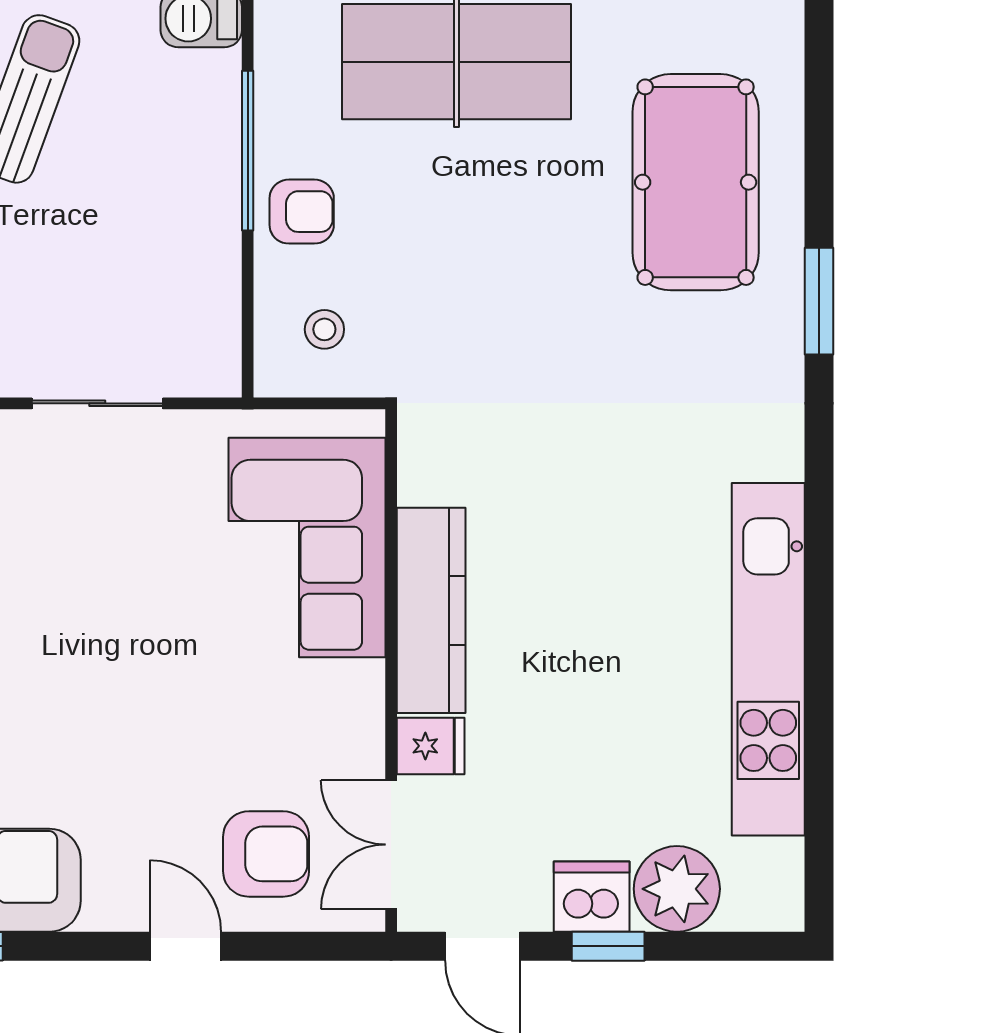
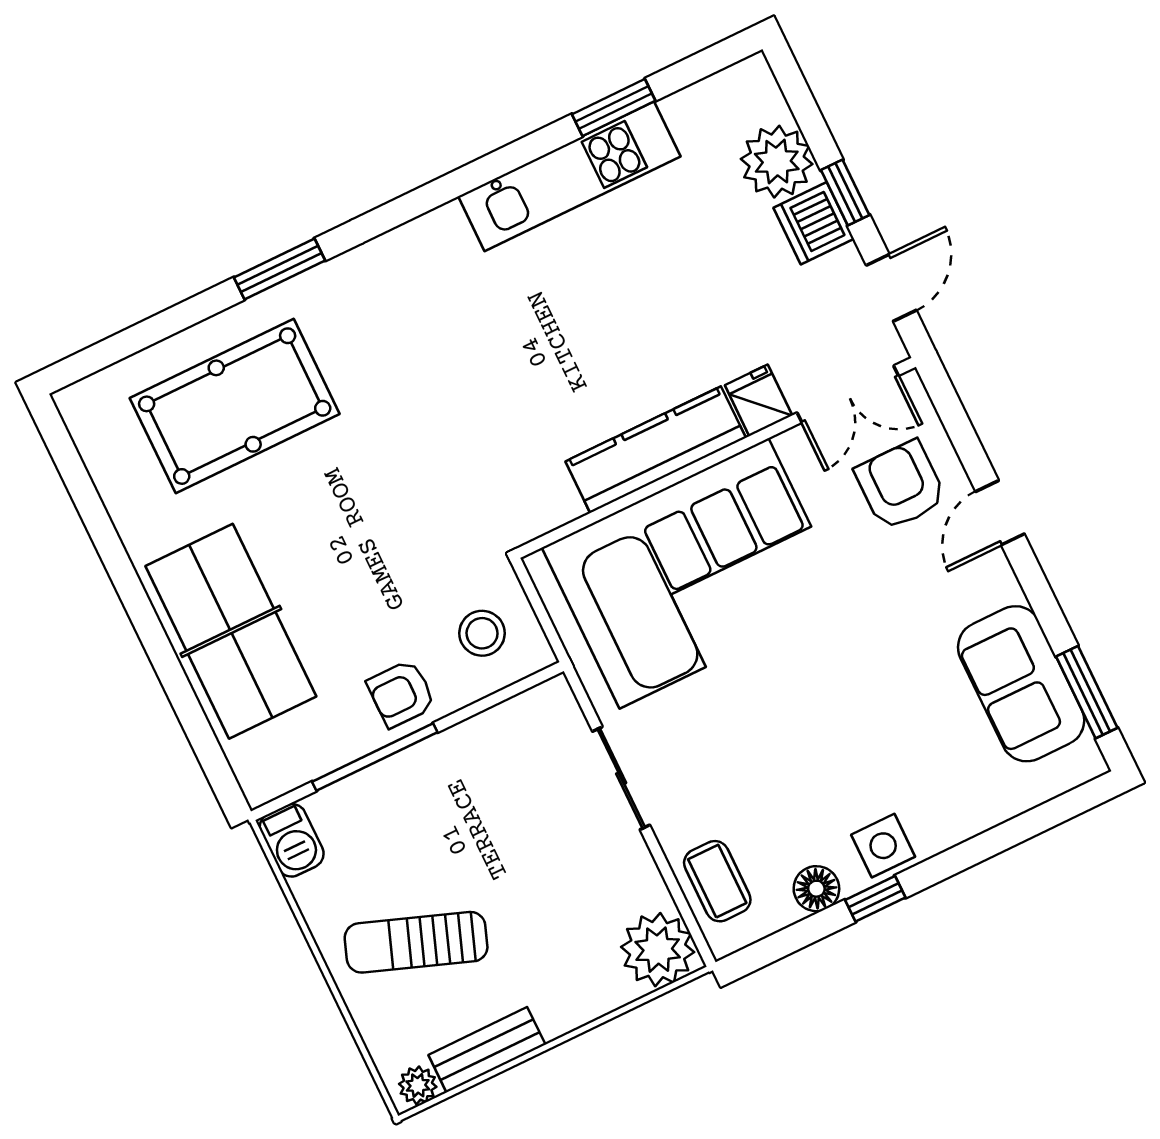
armchair: (302, 212) -> (401, 694), turned -90
stool: (324, 329) -> (482, 633), width x1.37, depth x1.37
corner sofa: (307, 548) -> (694, 573), width x1.36, depth x1.36
kitchen unit: (768, 659) -> (569, 176), width x0.73
window: (819, 742) -> (614, 107), added

